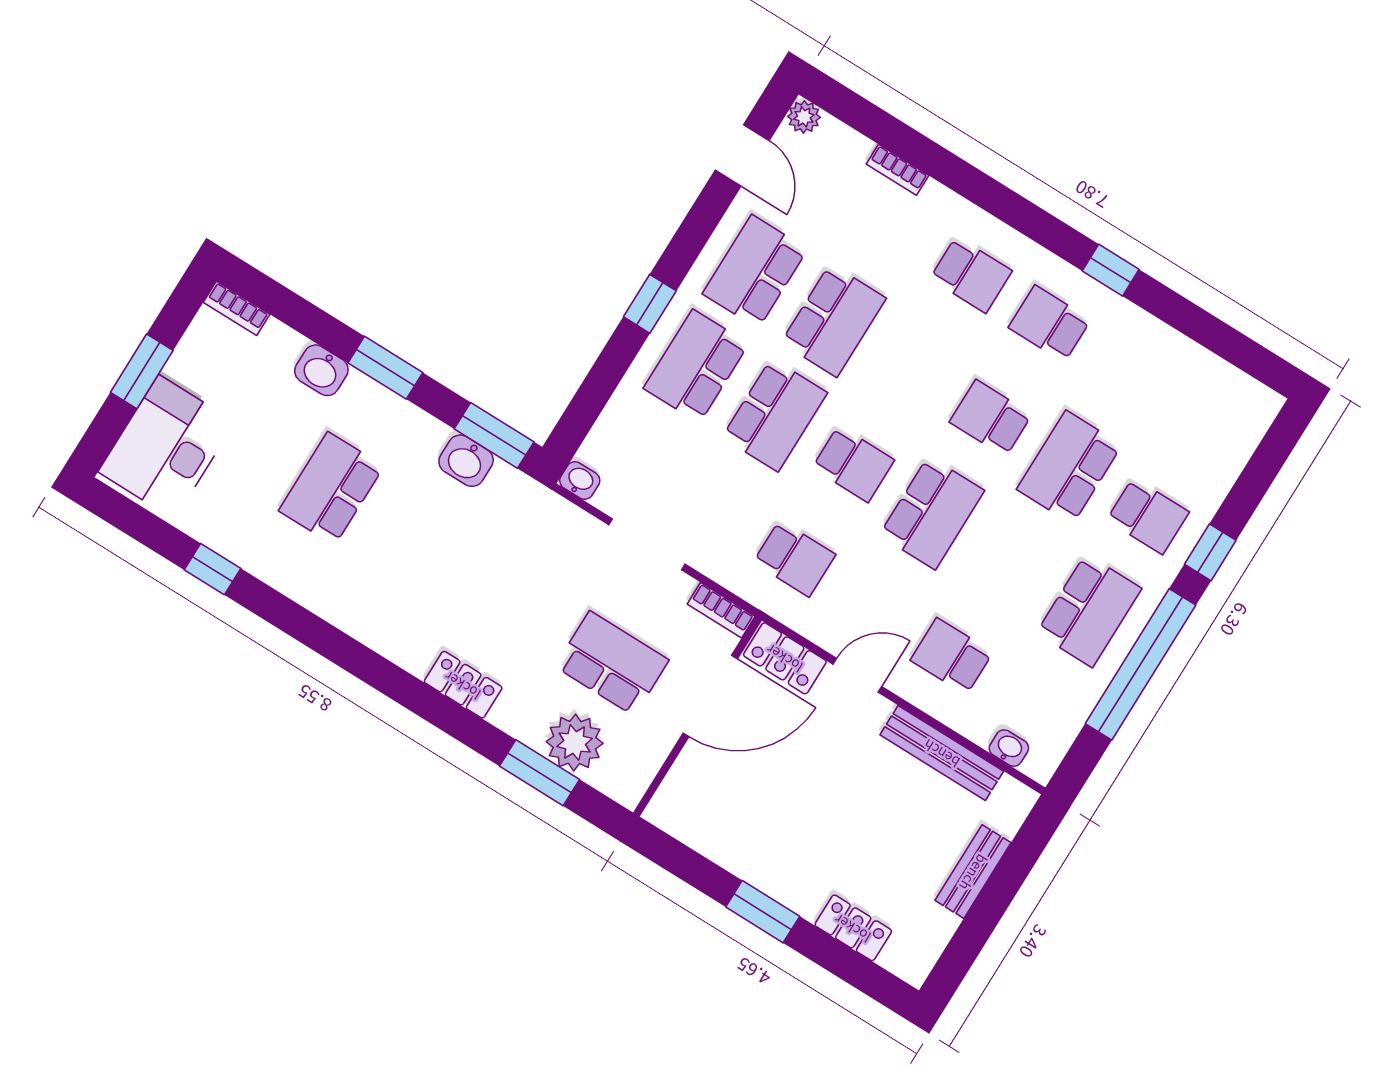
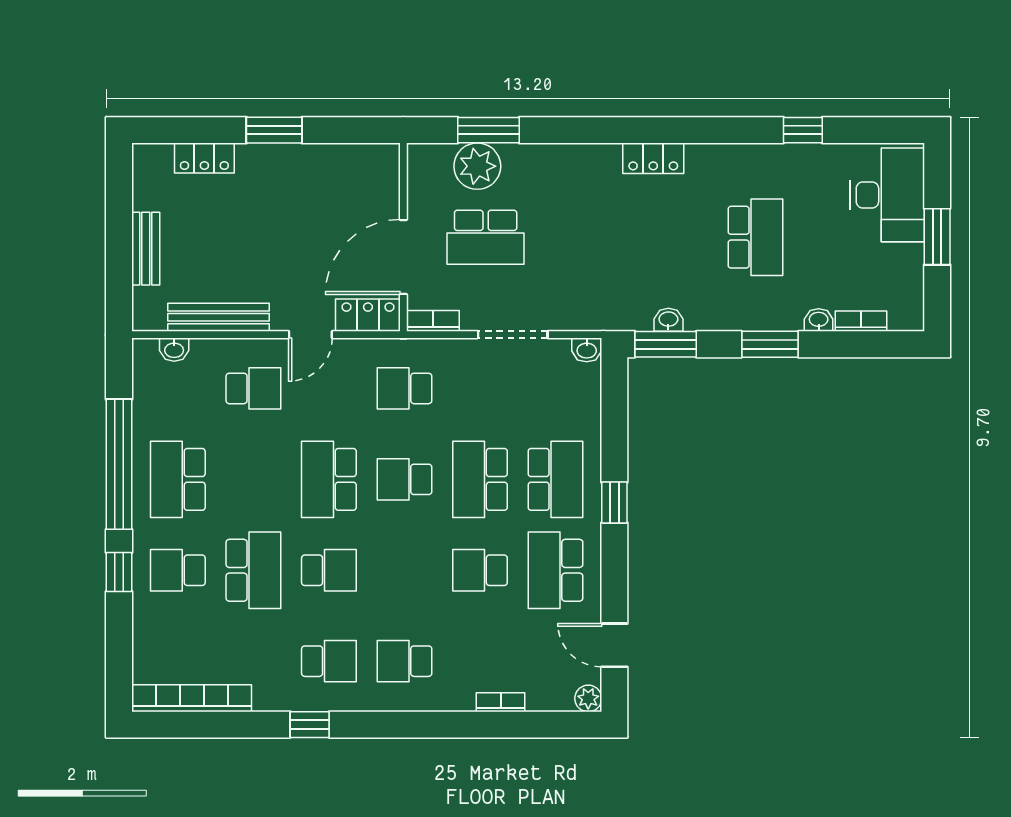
school desk: (755, 271) -> (555, 570), turned 180
bookcase: (237, 308) -> (861, 321), moved
school desk: (834, 320) -> (480, 570), width x0.54
washbasin: (321, 370) -> (819, 320), width x0.72, depth x0.69
bookcase: (1216, 374) -> (192, 698), added
washbasin: (466, 461) -> (668, 320), width x0.72, depth x0.69
locker: (463, 685) -> (653, 158), moved

